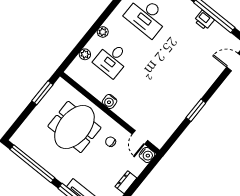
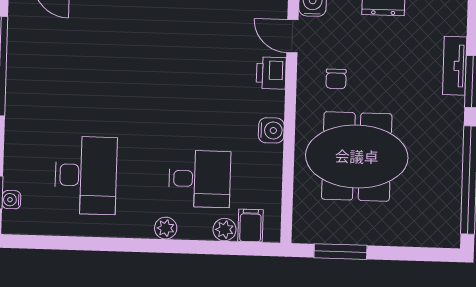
printer: (204, 20) -> (271, 73), moved, turned 180
filing cabinet: (79, 66) -> (250, 226), added
door: (140, 137) -> (292, 36), swing flipped

